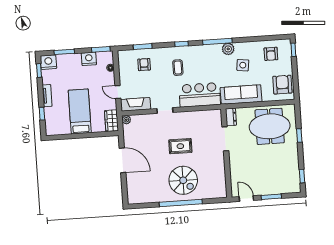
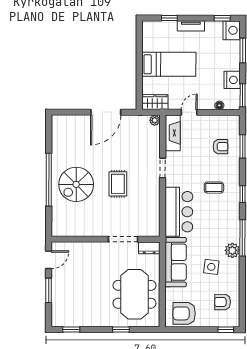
armchair: (282, 85) -> (184, 313), turned 180

